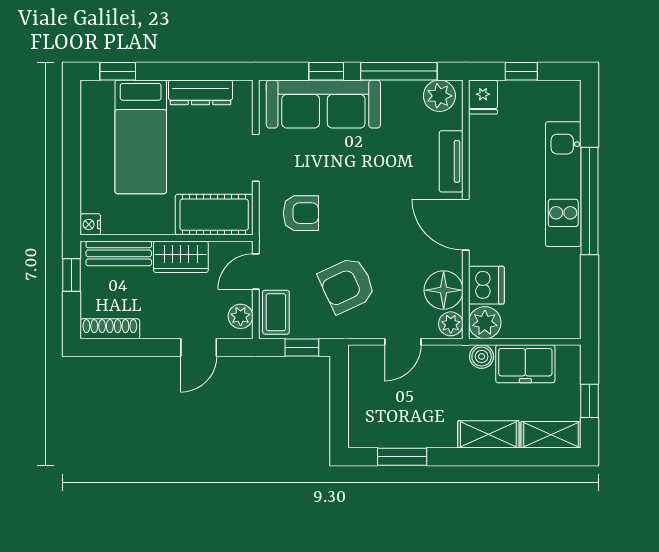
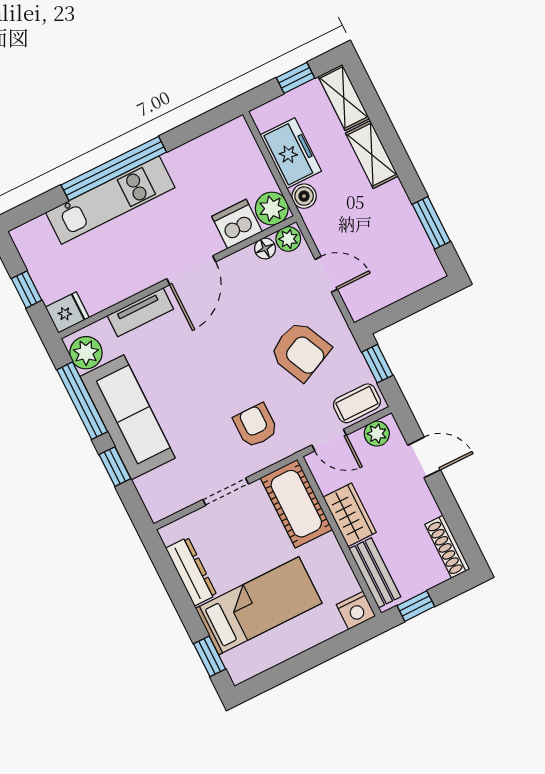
sofa: (323, 104) -> (128, 417), moved
nightstand: (90, 224) -> (356, 610), width x1.39, depth x1.35
floor lamp: (444, 290) -> (265, 248), width x0.53, depth x0.53

